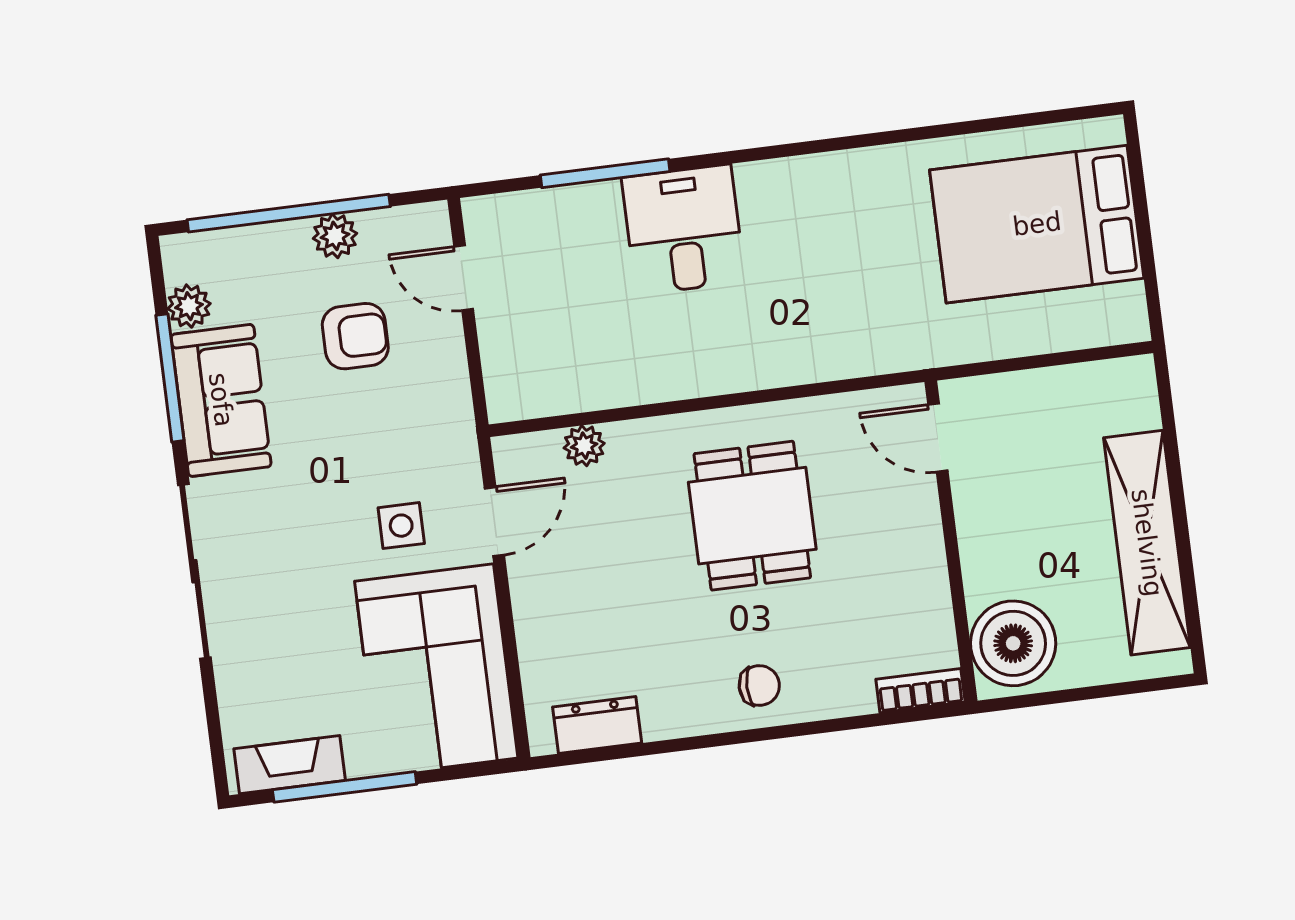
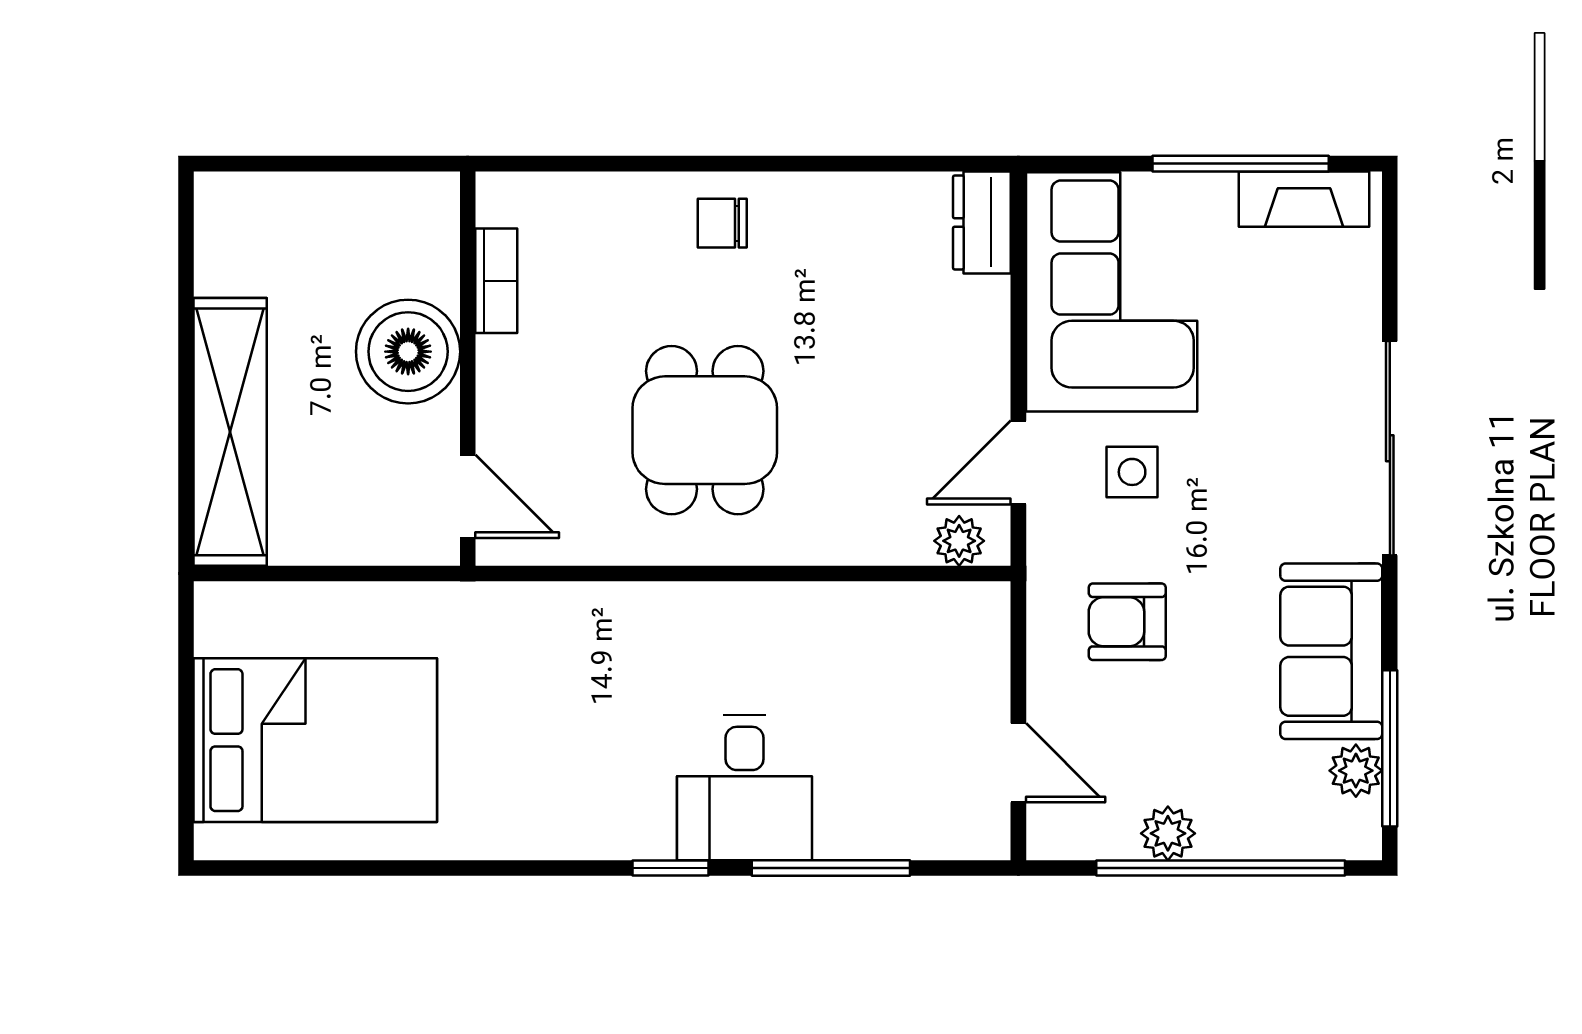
window: (735, 157) -> (671, 868), added
armchair: (355, 336) -> (1127, 622), moved
window: (170, 378) -> (1390, 748), moved
plant: (584, 446) -> (959, 541), moved
shelving: (1147, 543) -> (230, 432), moved
boiler: (1013, 643) -> (408, 352), moved
bookcase: (920, 691) -> (496, 281), moved, turned -90
dresser: (597, 725) -> (982, 222), moved, turned 90

